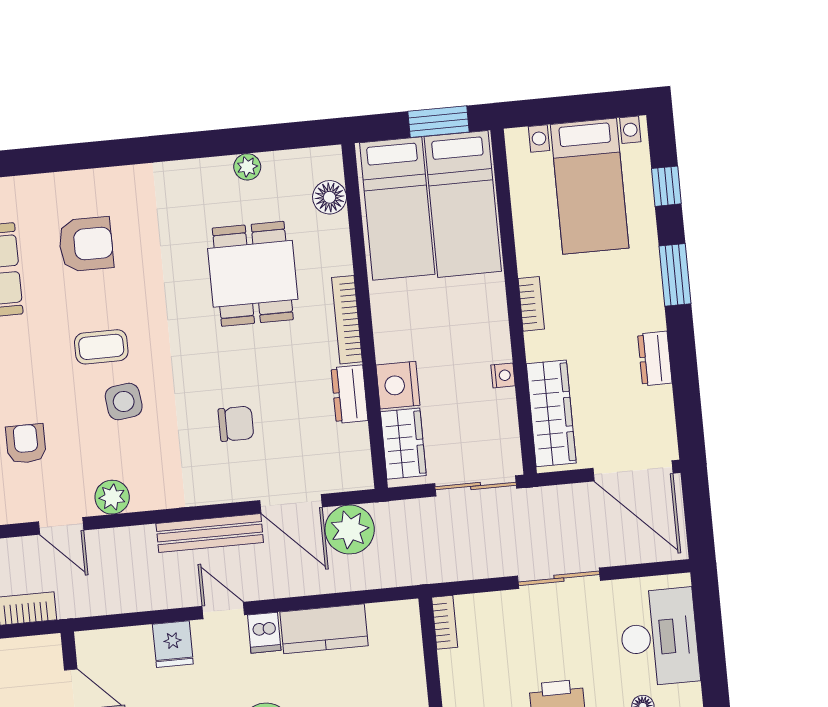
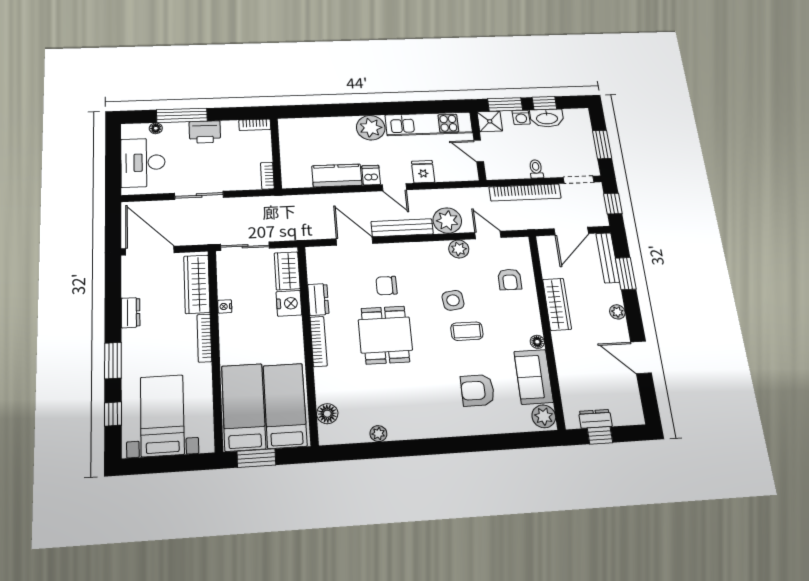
dining table: (253, 274) -> (385, 335), moved
bookcase: (531, 304) -> (204, 338), width x1.56
plant: (350, 530) -> (447, 220), moved

